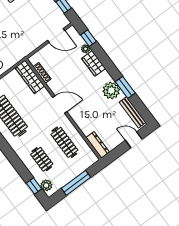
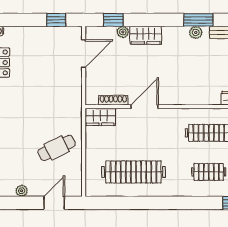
wardrobe: (30, 77) -> (100, 117), width x0.67
plant: (111, 90) -> (196, 32), width x0.53, depth x0.53
door: (60, 104) -> (144, 107), moved

